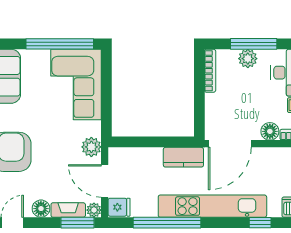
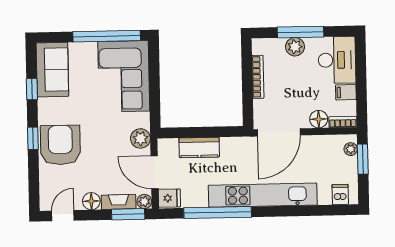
bookcase: (210, 71) -> (258, 77), moved
kitchen counter: (183, 157) -> (199, 147), moved
window: (260, 223) -> (311, 211), removed

